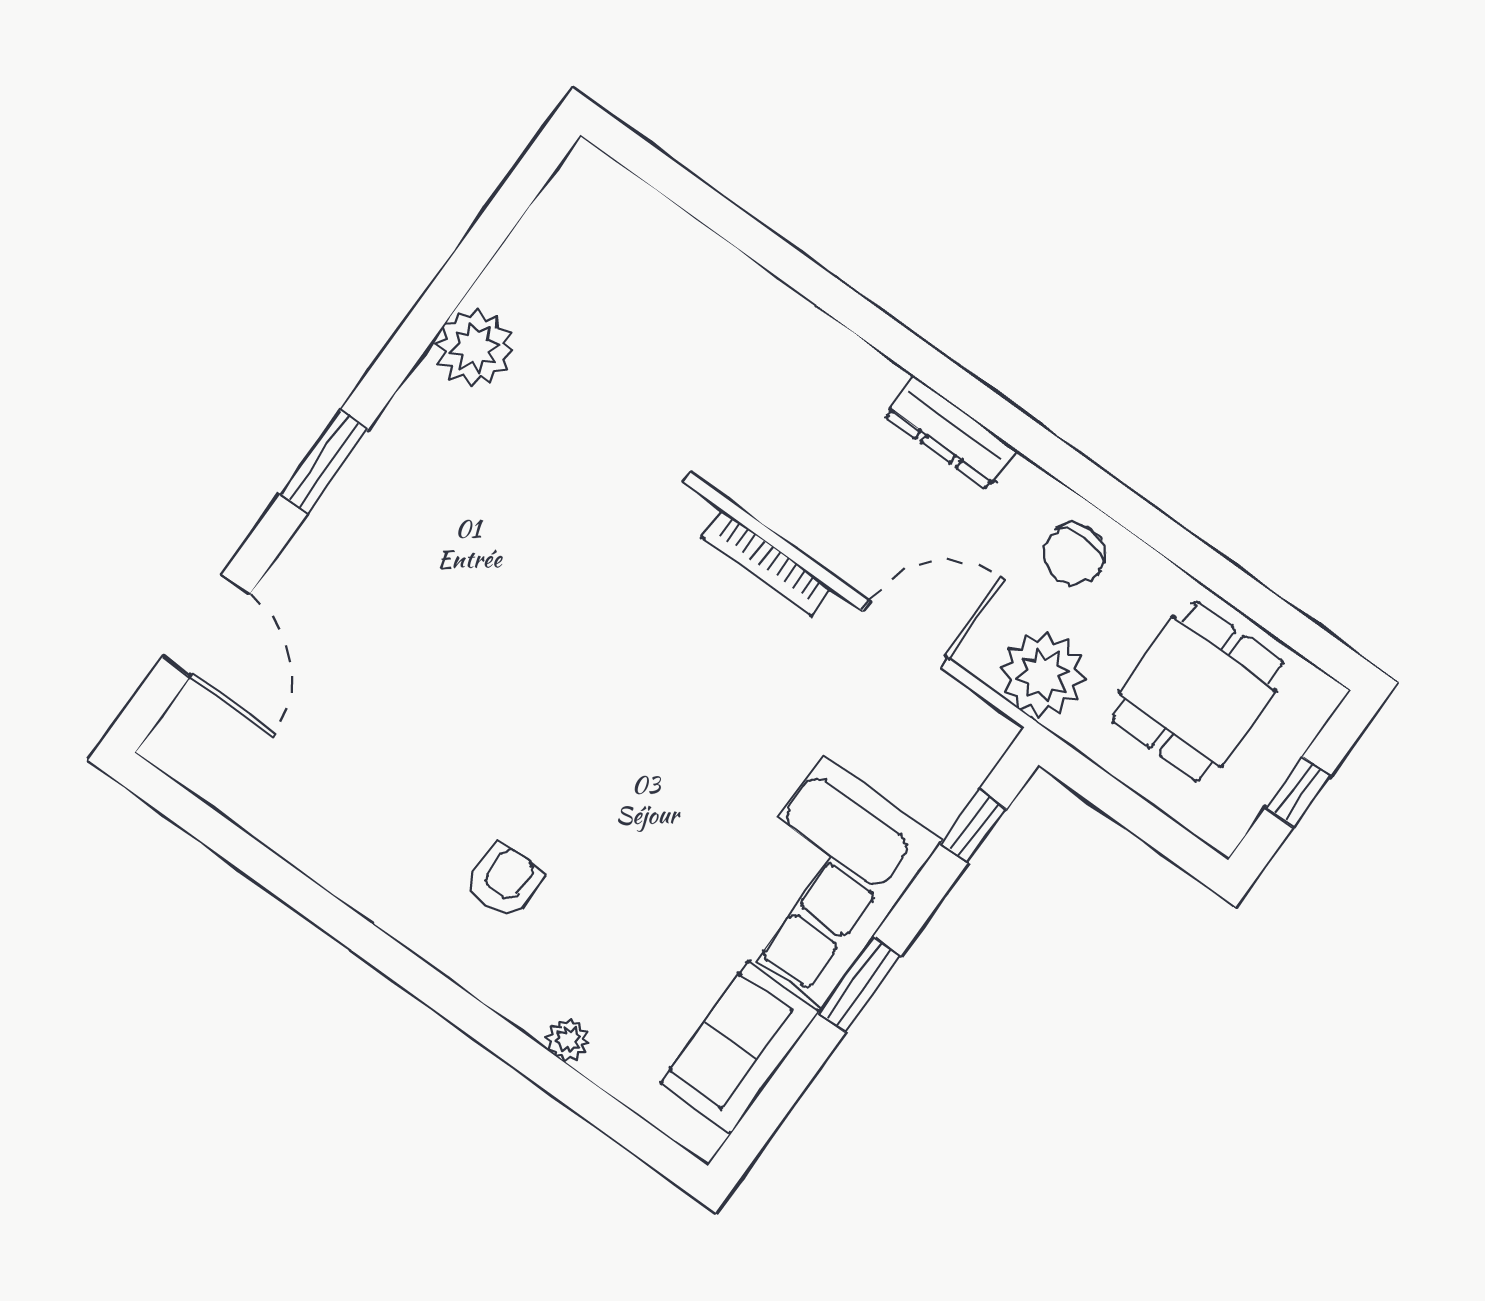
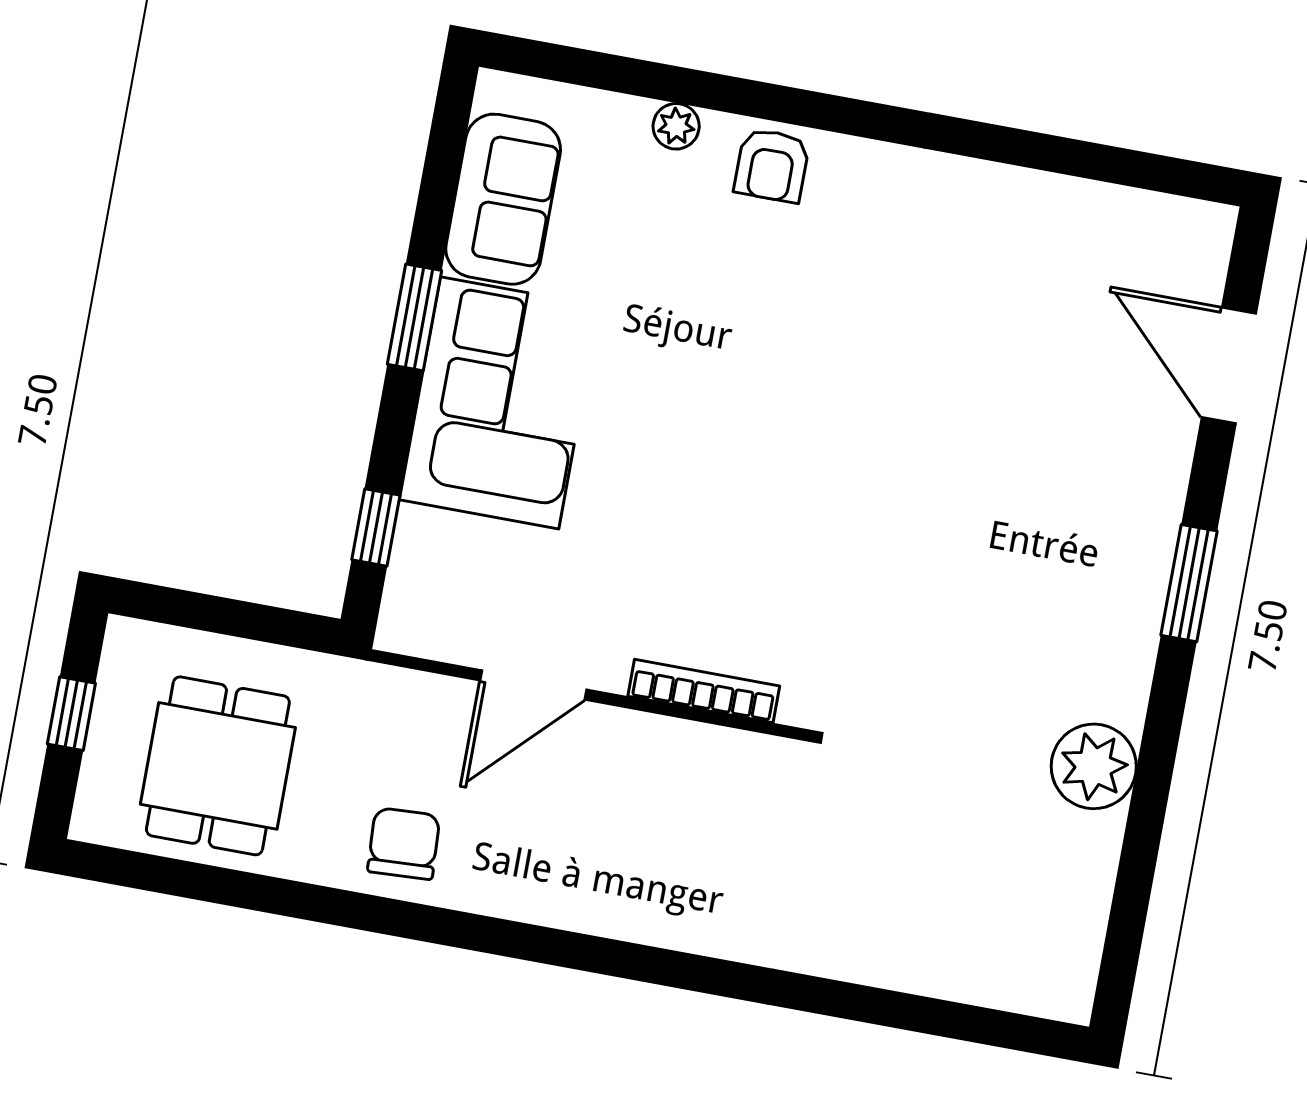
dresser: (951, 432) -> (584, 906), removed
plant: (1043, 674) -> (379, 710), removed
armchair: (504, 881) -> (772, 165), moved

